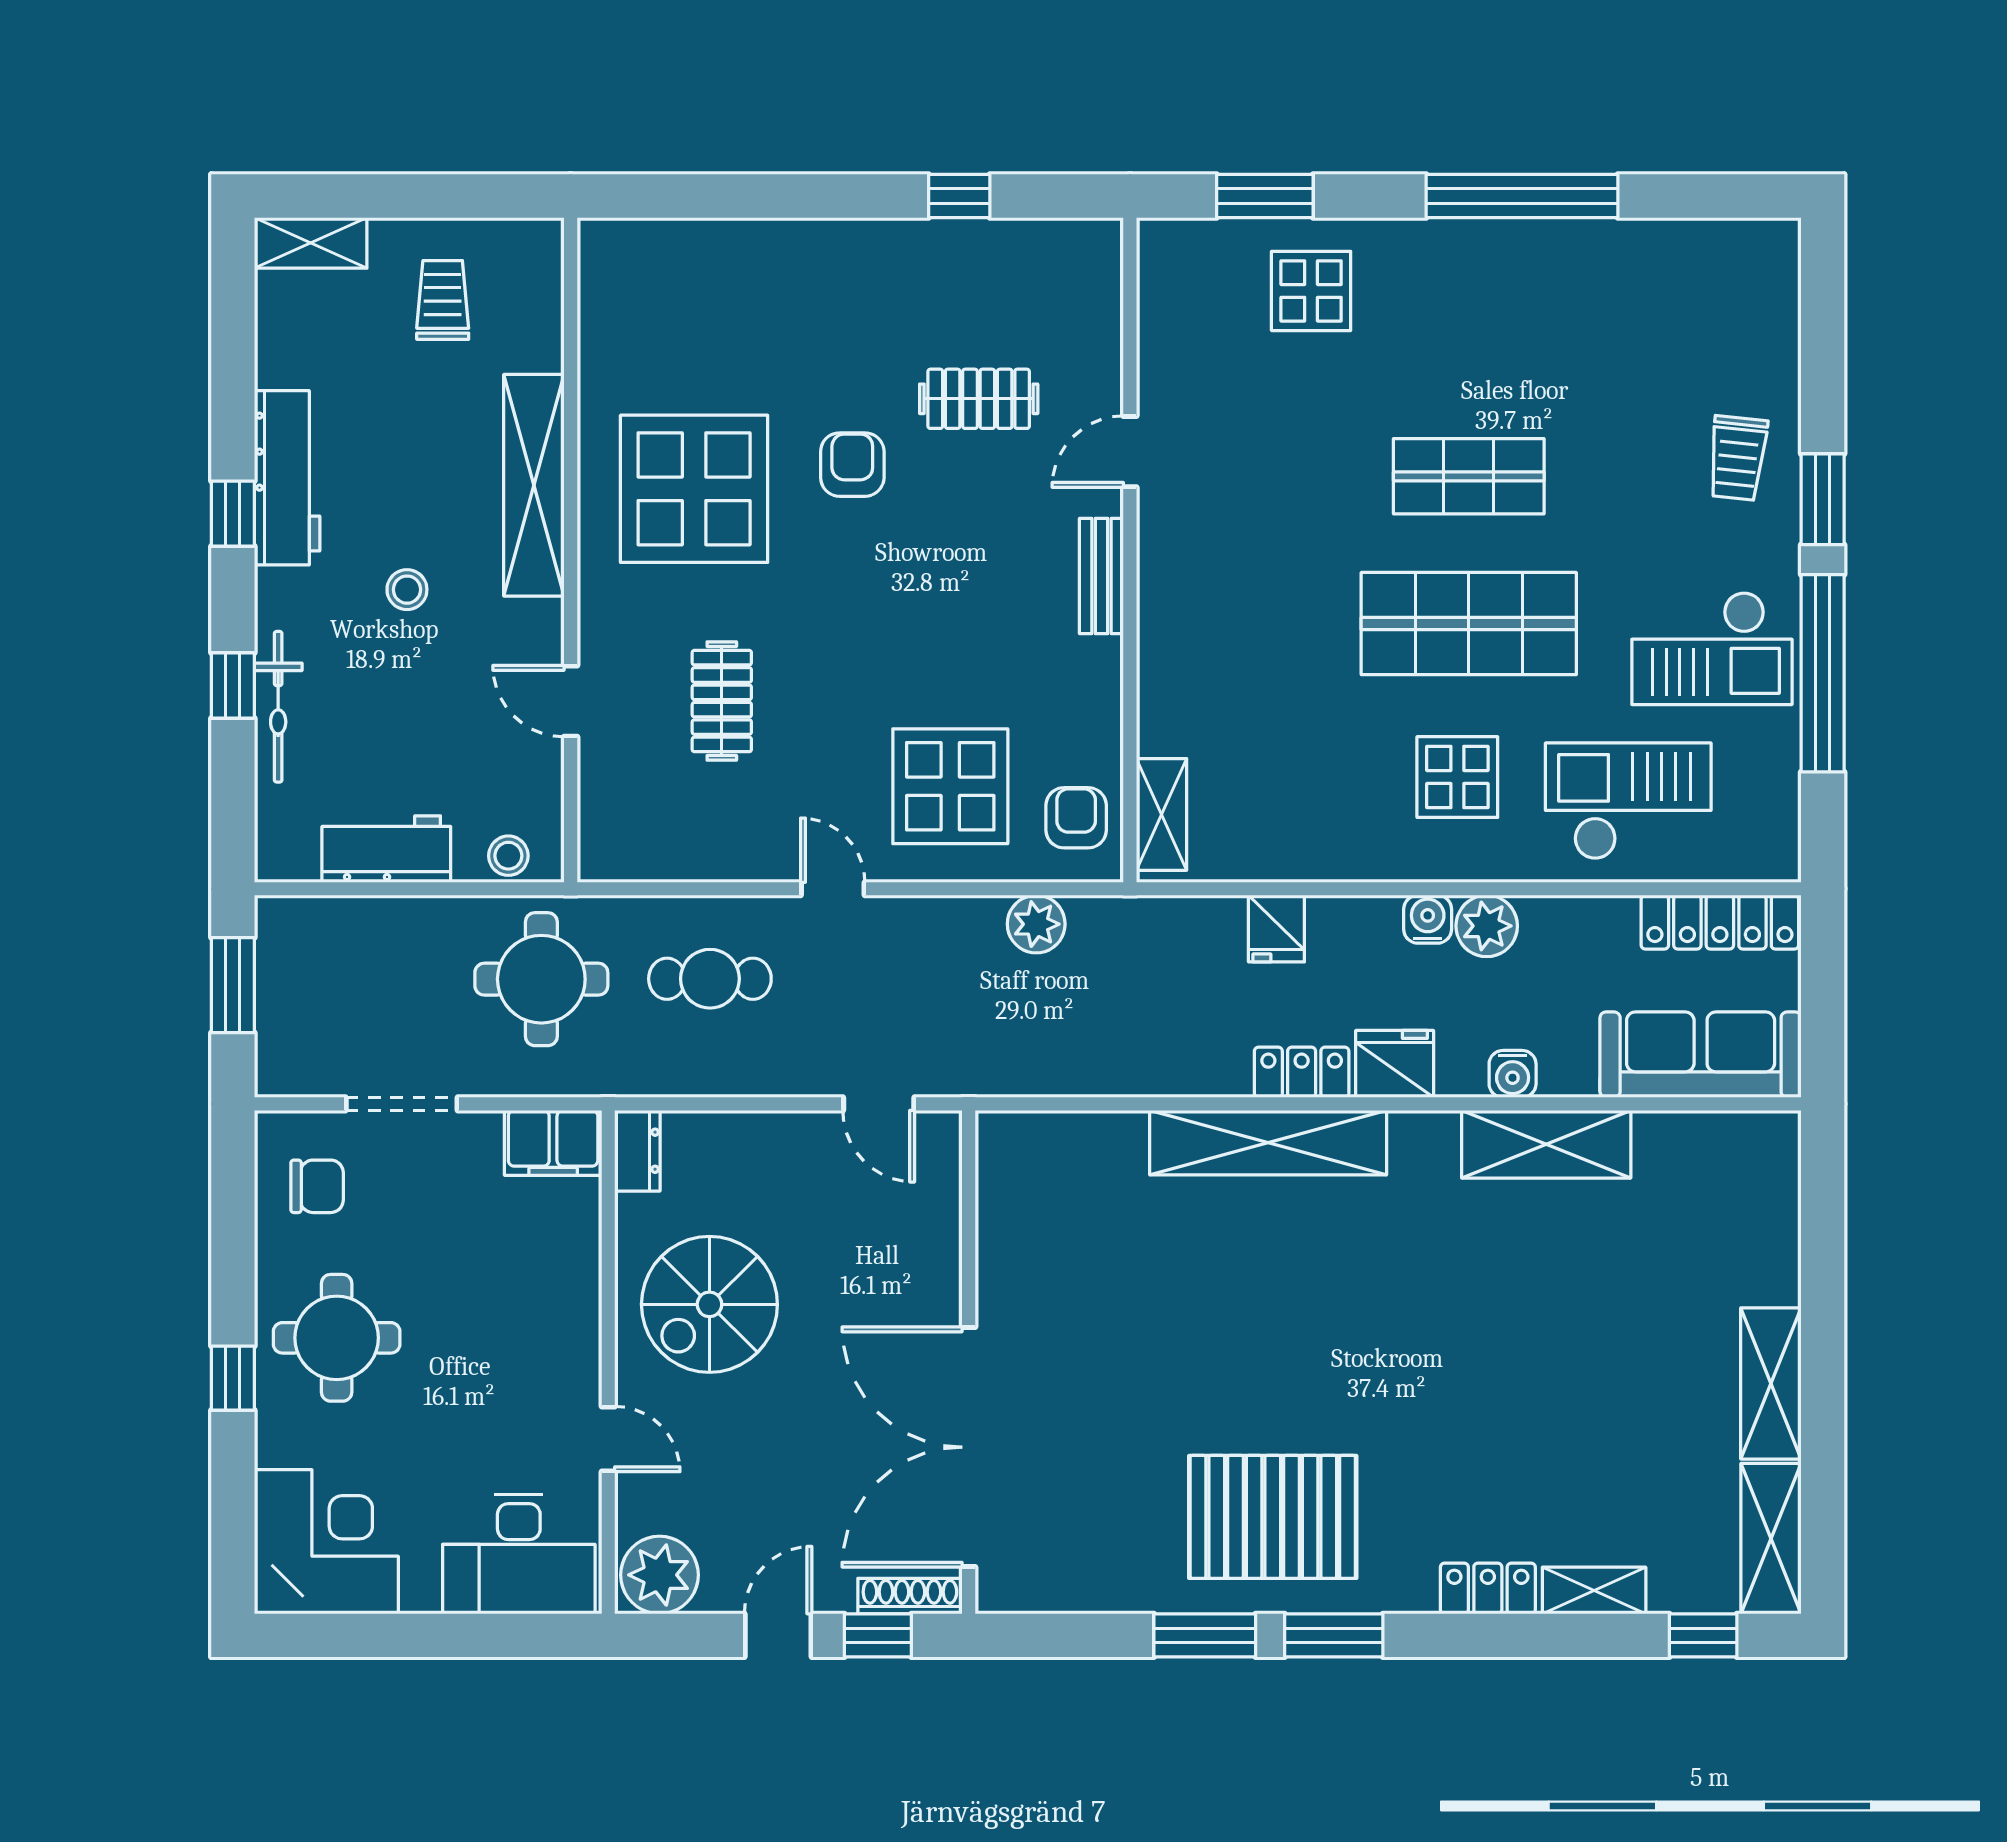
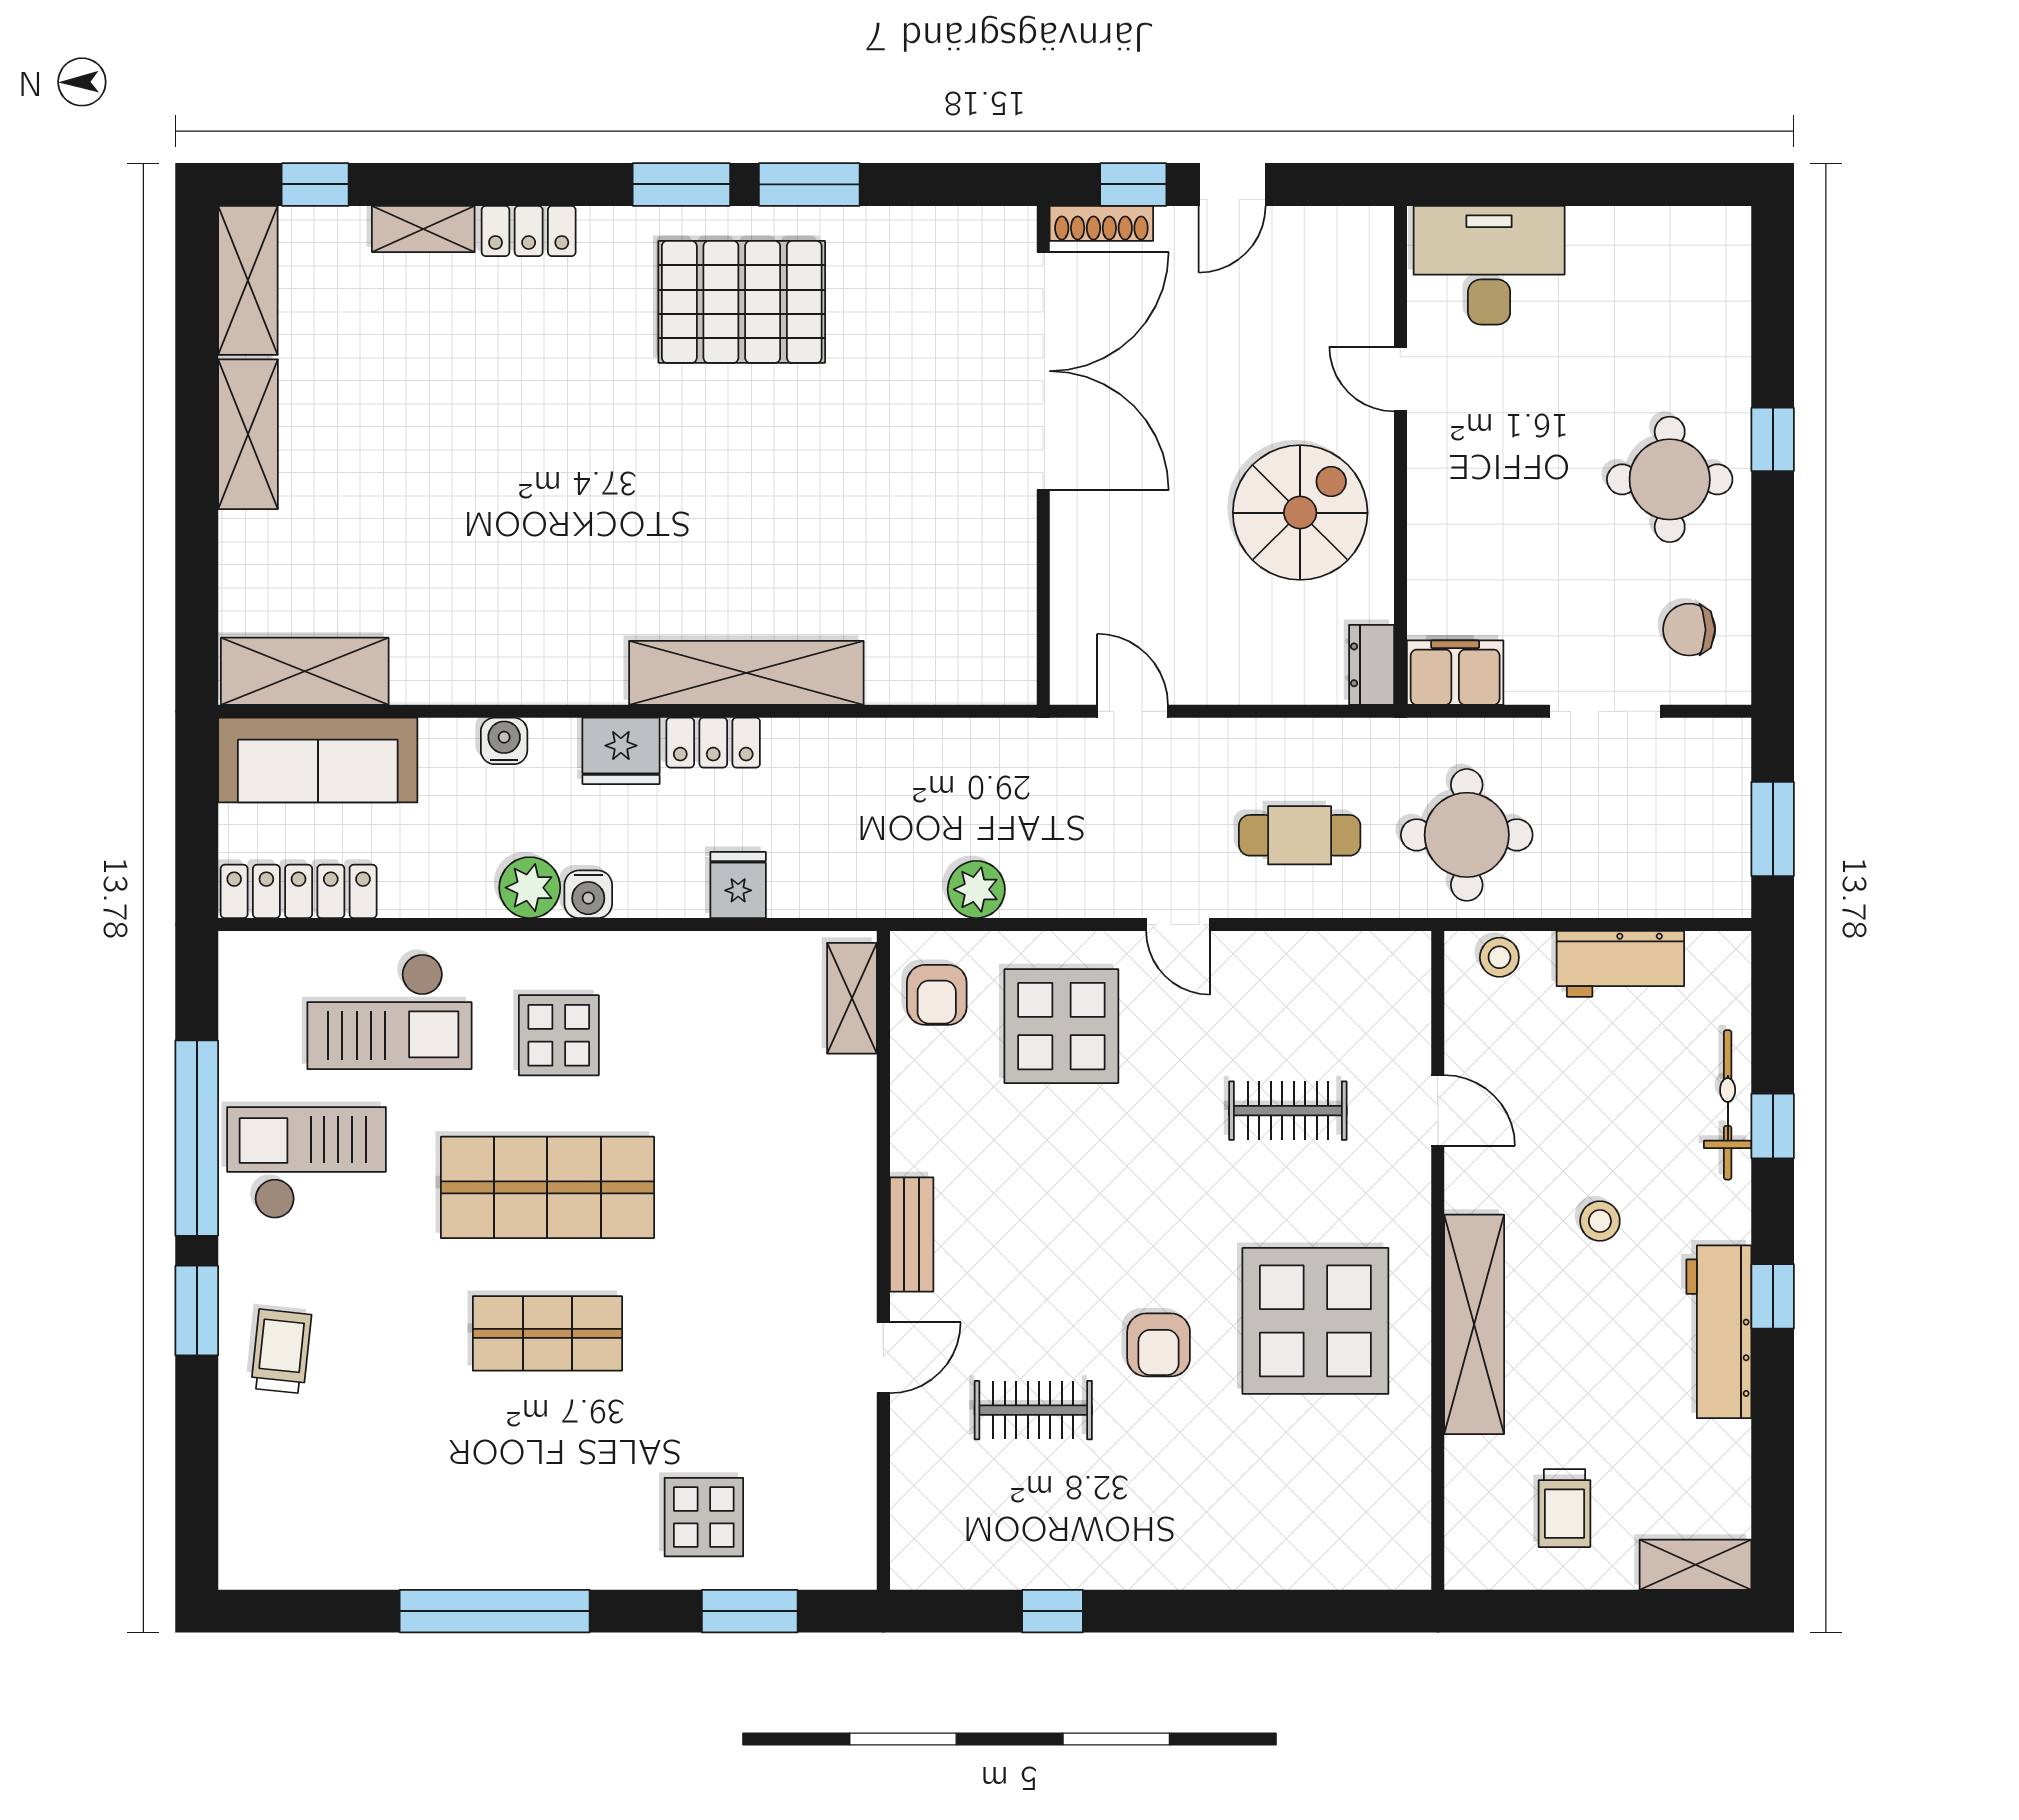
clothes rail: (722, 701) -> (1288, 1111), turned 90
shelving: (1546, 1144) -> (305, 671), moved
corner desk: (326, 1542) -> (1680, 277), removed
plant: (660, 1575) -> (1350, 244), removed

